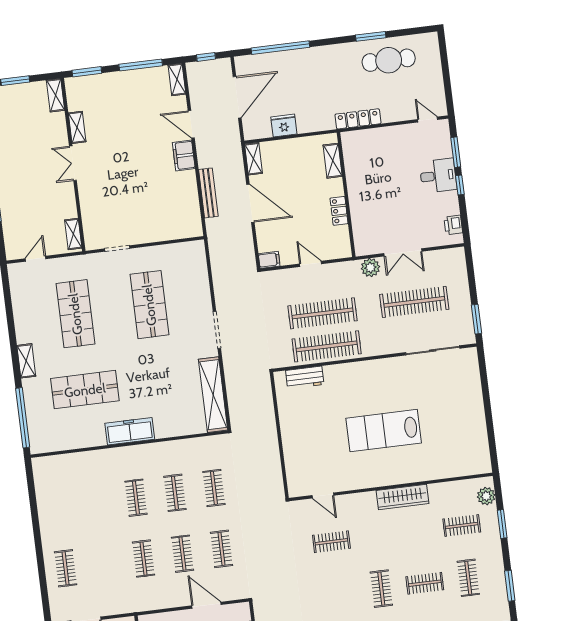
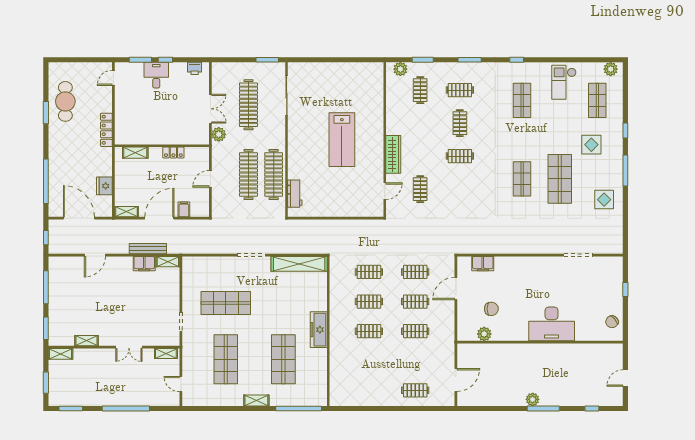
shelving: (177, 80) -> (168, 262), moved
filing cabinet: (184, 155) -> (144, 264), moved
double door: (73, 163) -> (129, 347), moved
filing cabinet: (269, 260) -> (184, 209), moved
shop shelf: (75, 314) -> (226, 359), turned 90
wardrobe: (402, 497) -> (393, 154), moved

